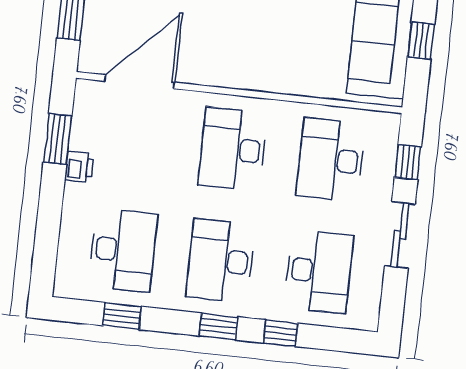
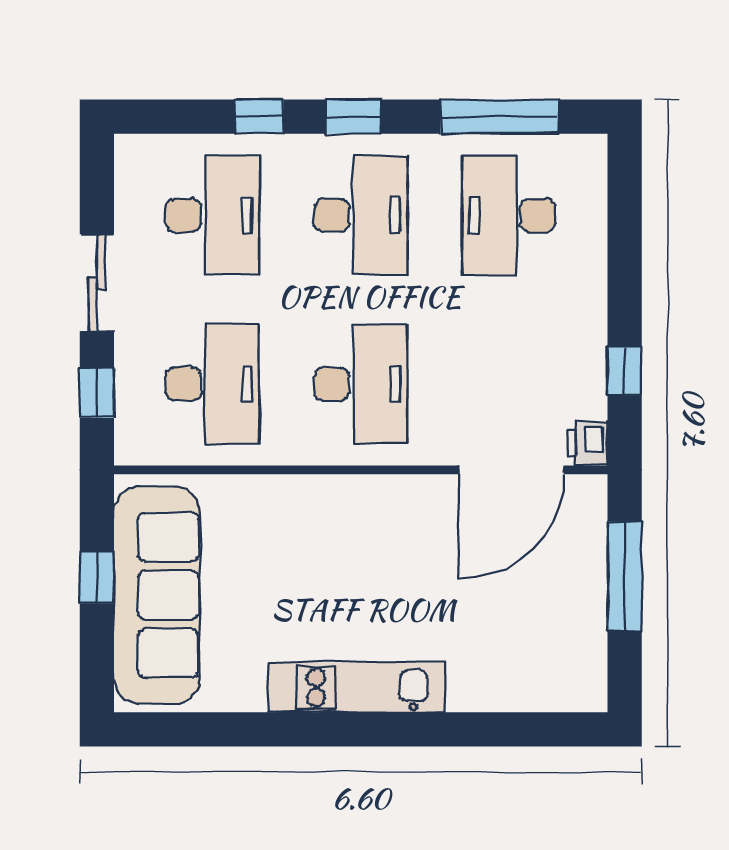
window: (58, 139) -> (625, 371), width x0.67
printer: (79, 167) -> (588, 444), moved
desk: (319, 271) -> (212, 215), turned 180
window: (122, 316) -> (499, 117), width x2.17

